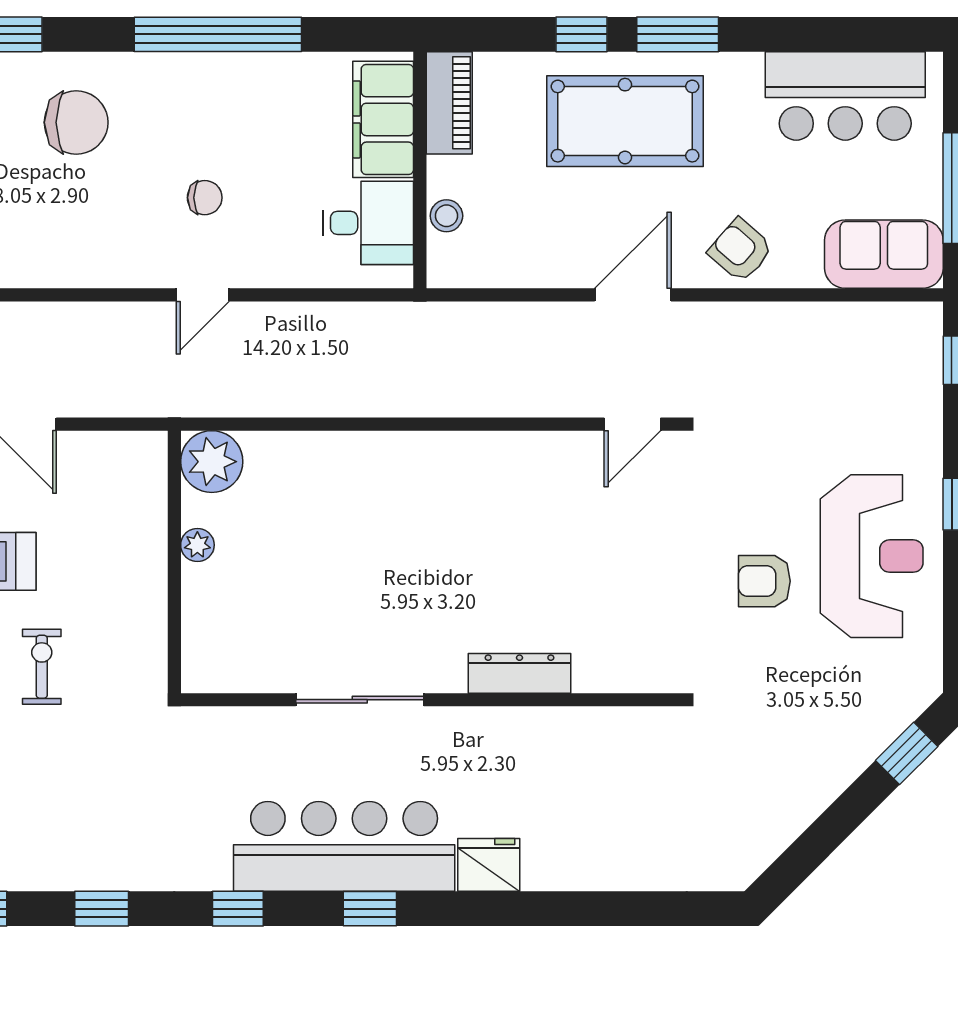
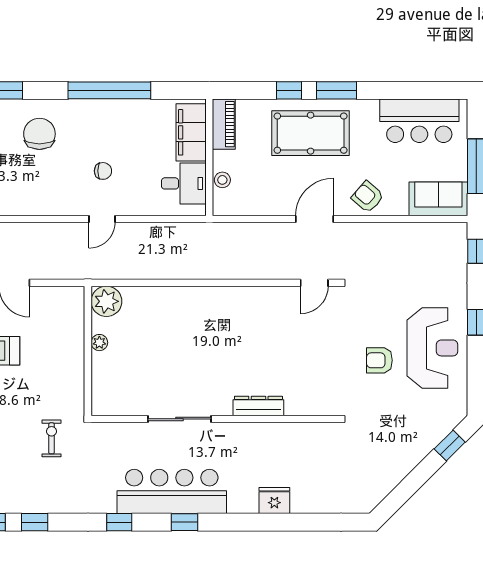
chair: (76, 122) -> (39, 134), turned -90
exercise bike: (42, 667) -> (52, 438), moved
fridge: (489, 865) -> (274, 501), moved
window: (102, 909) -> (35, 522), moved

